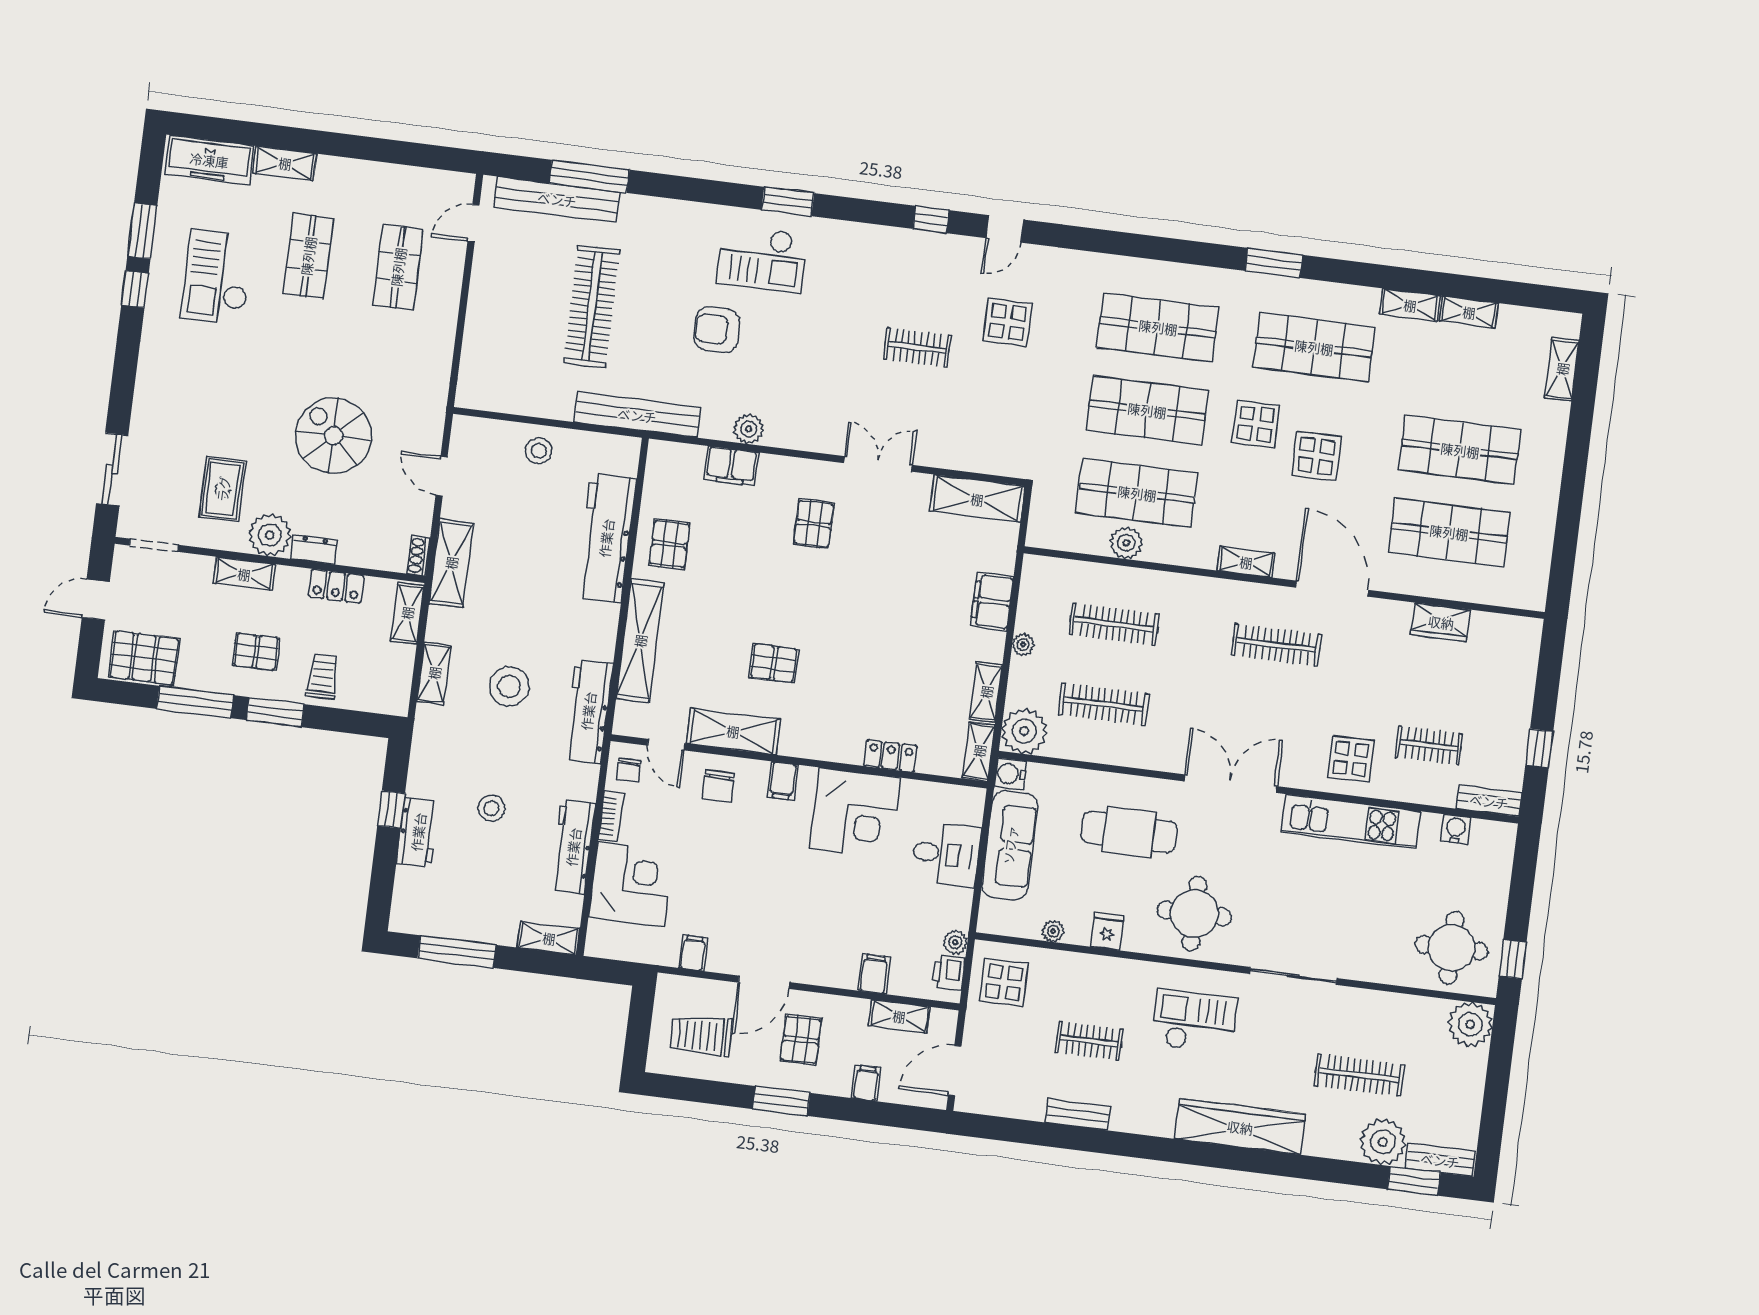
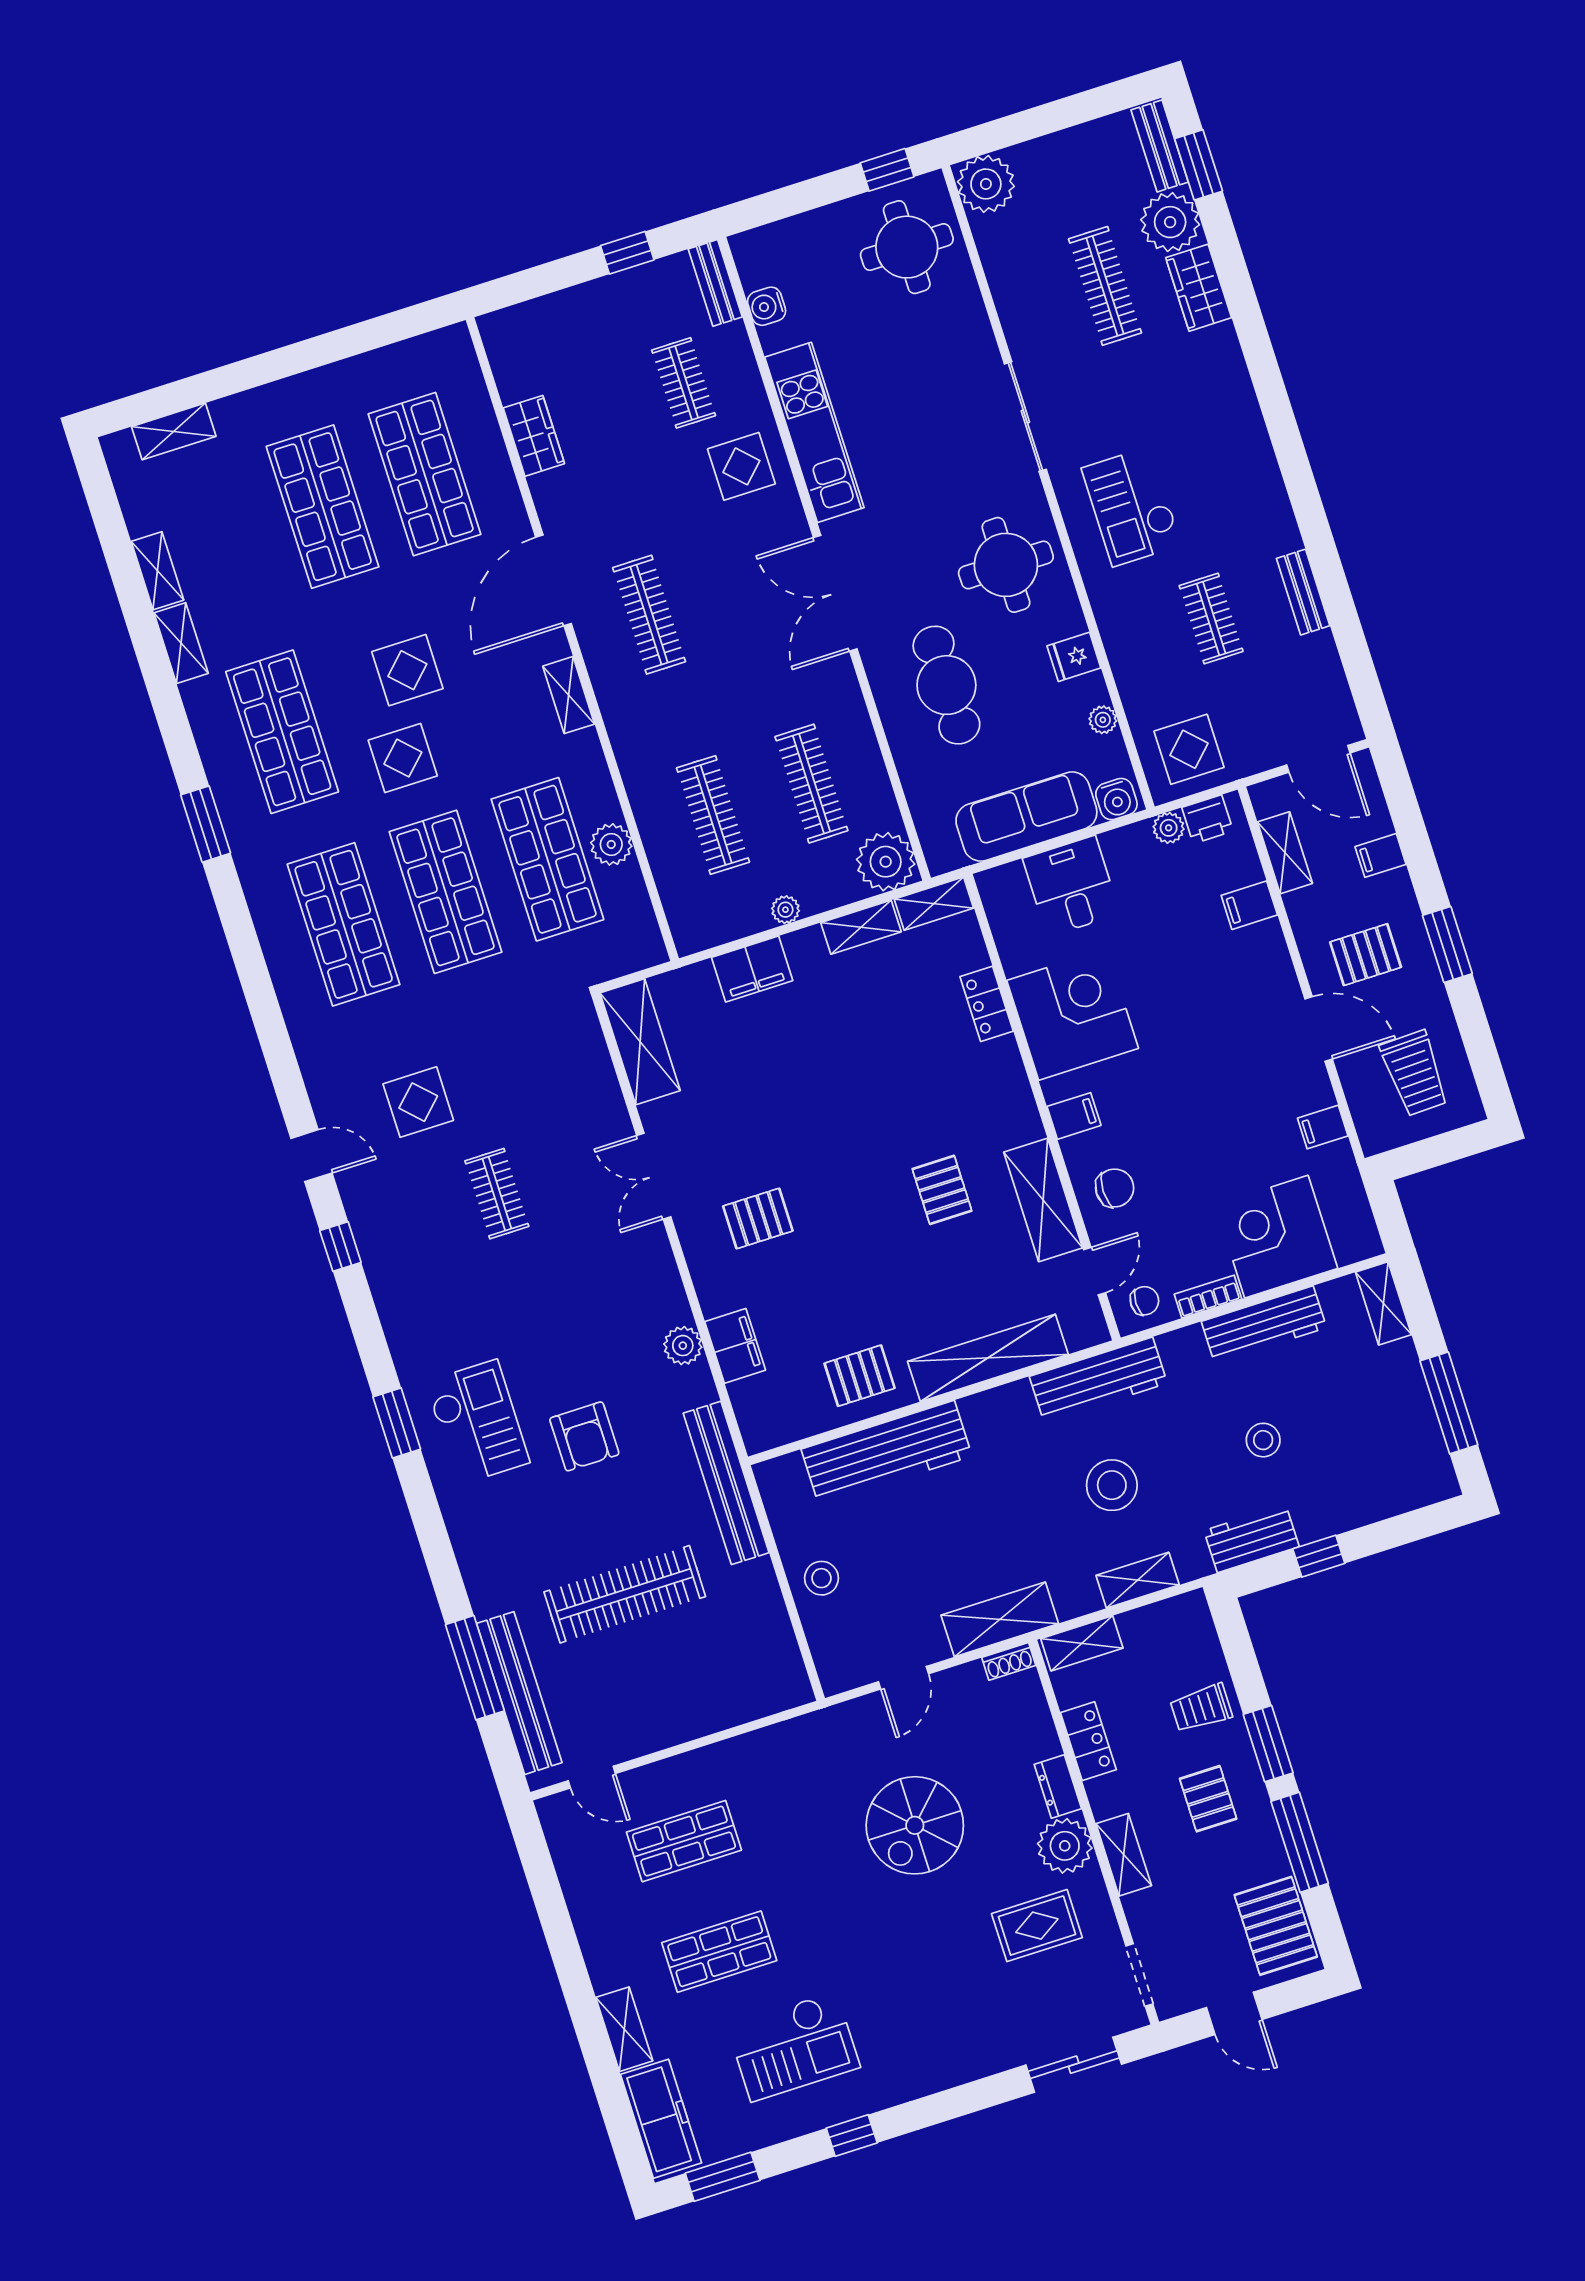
window: (142, 231) -> (723, 2177), moved
water cooler: (1010, 774) -> (1116, 799), moved
workbench: (418, 832) -> (1252, 1539), moved
wardrobe: (1240, 1127) -> (1199, 288), moved, width x0.48, depth x0.85

